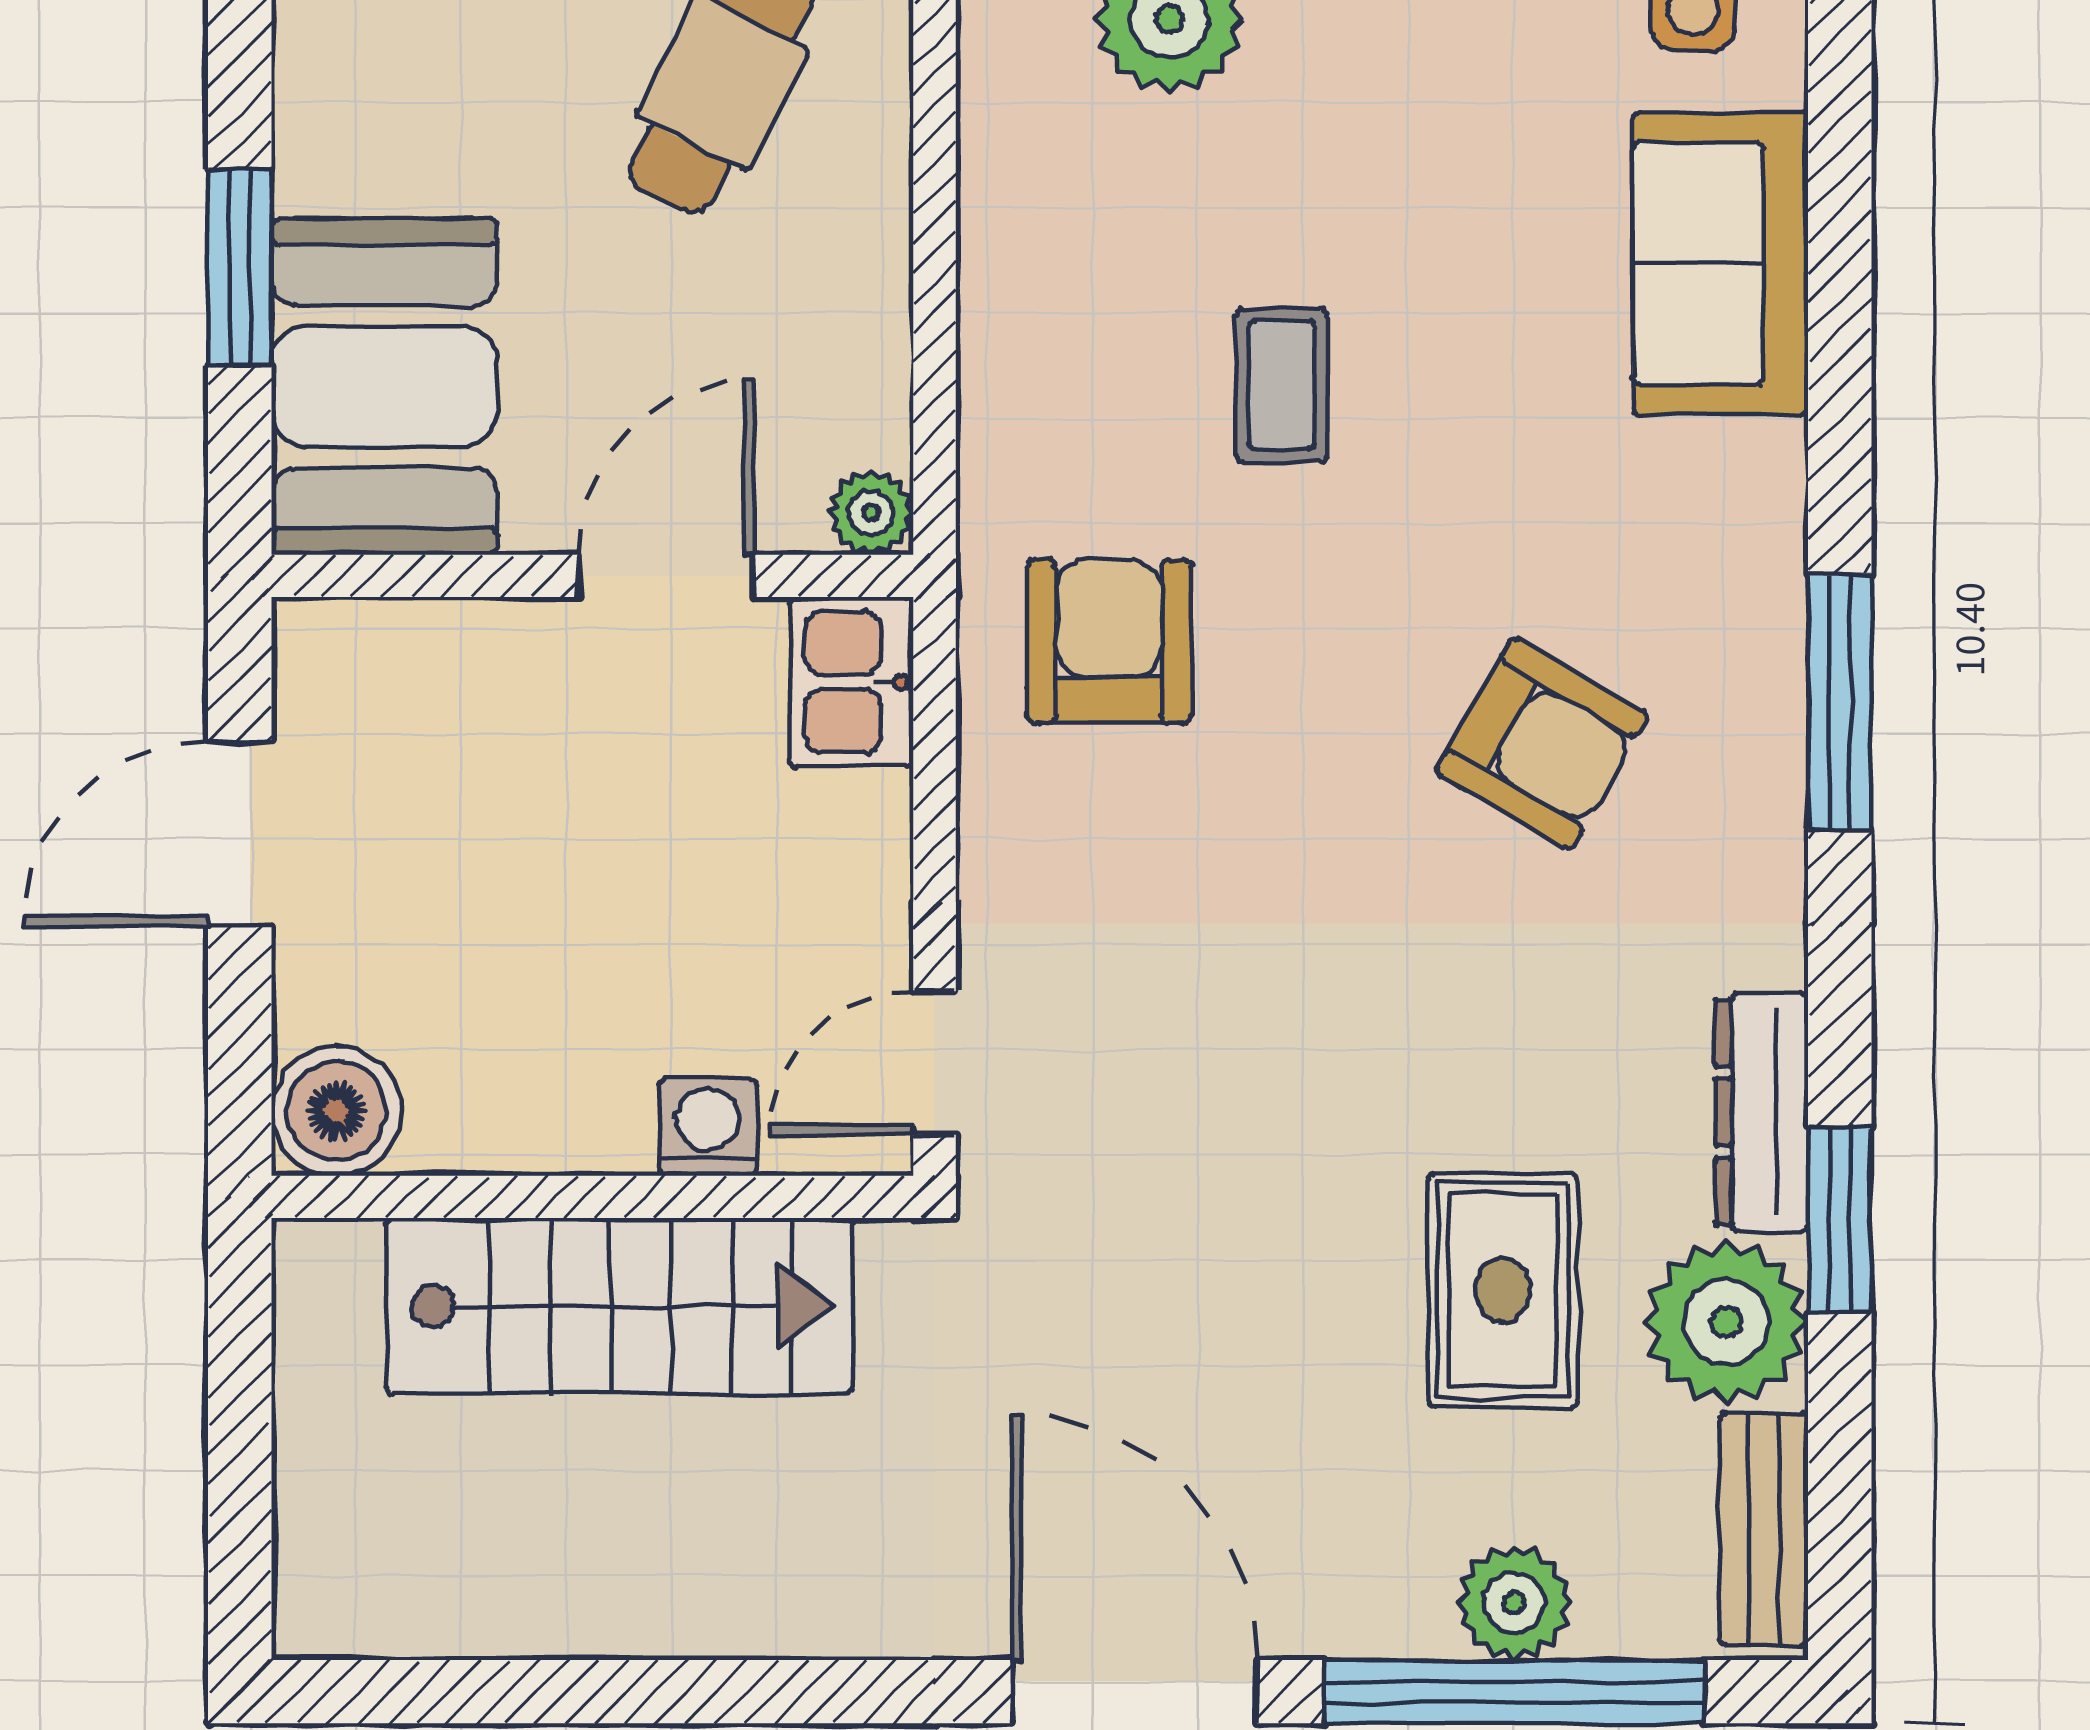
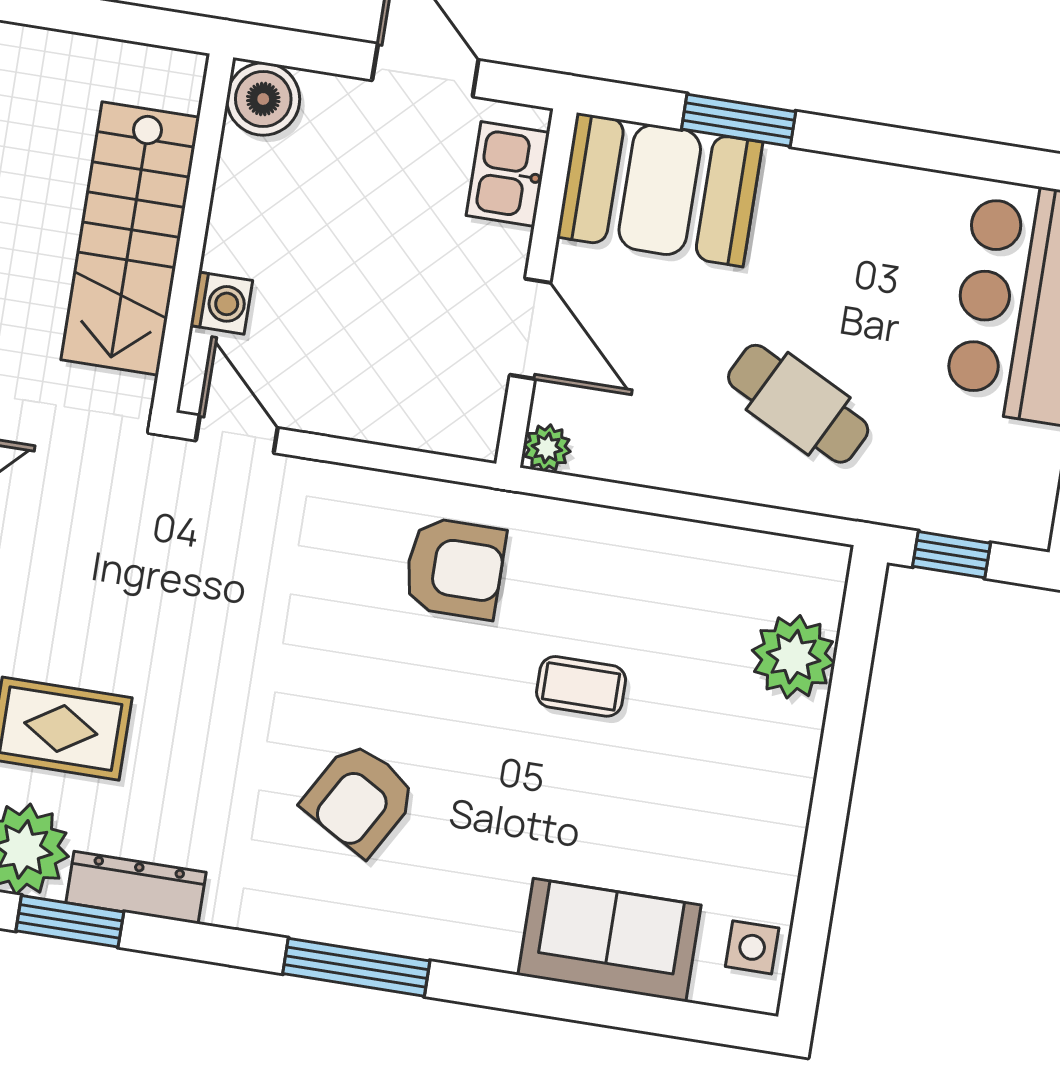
kitchen sink: (852, 682) -> (508, 174), moved, turned -90

